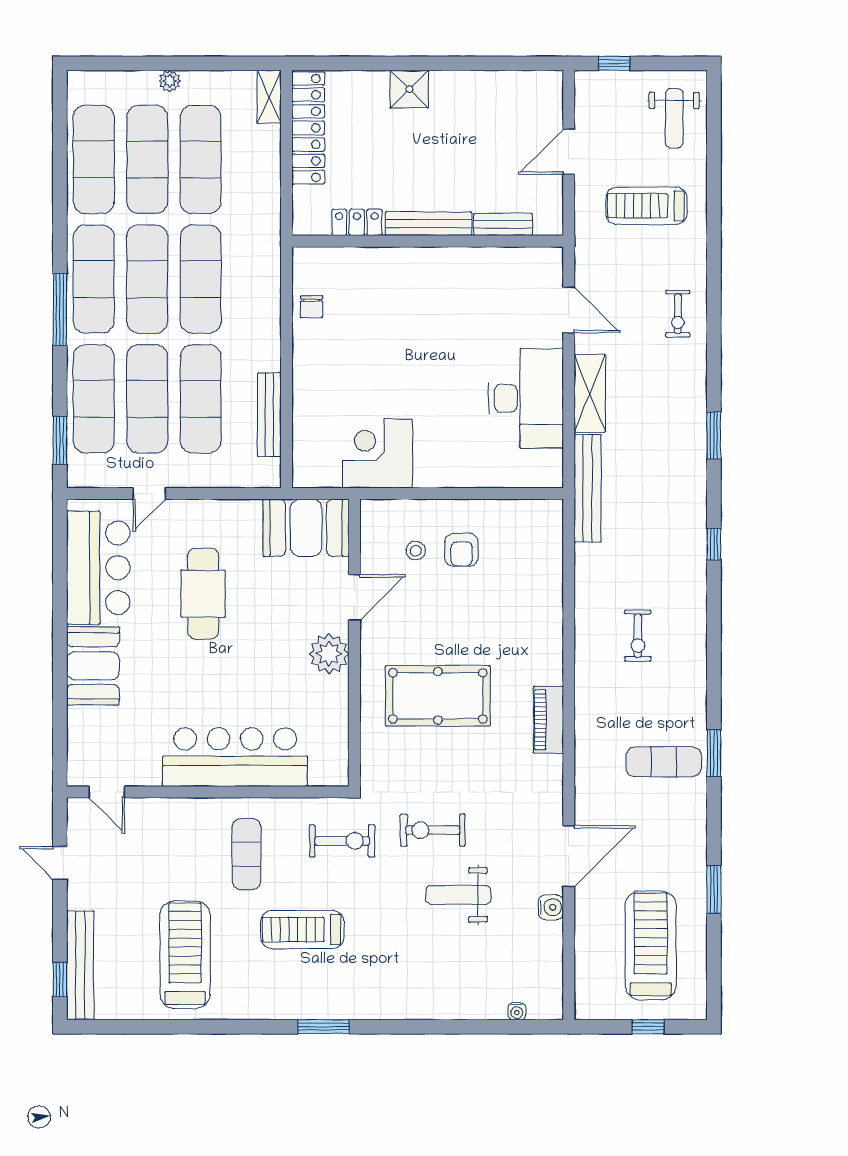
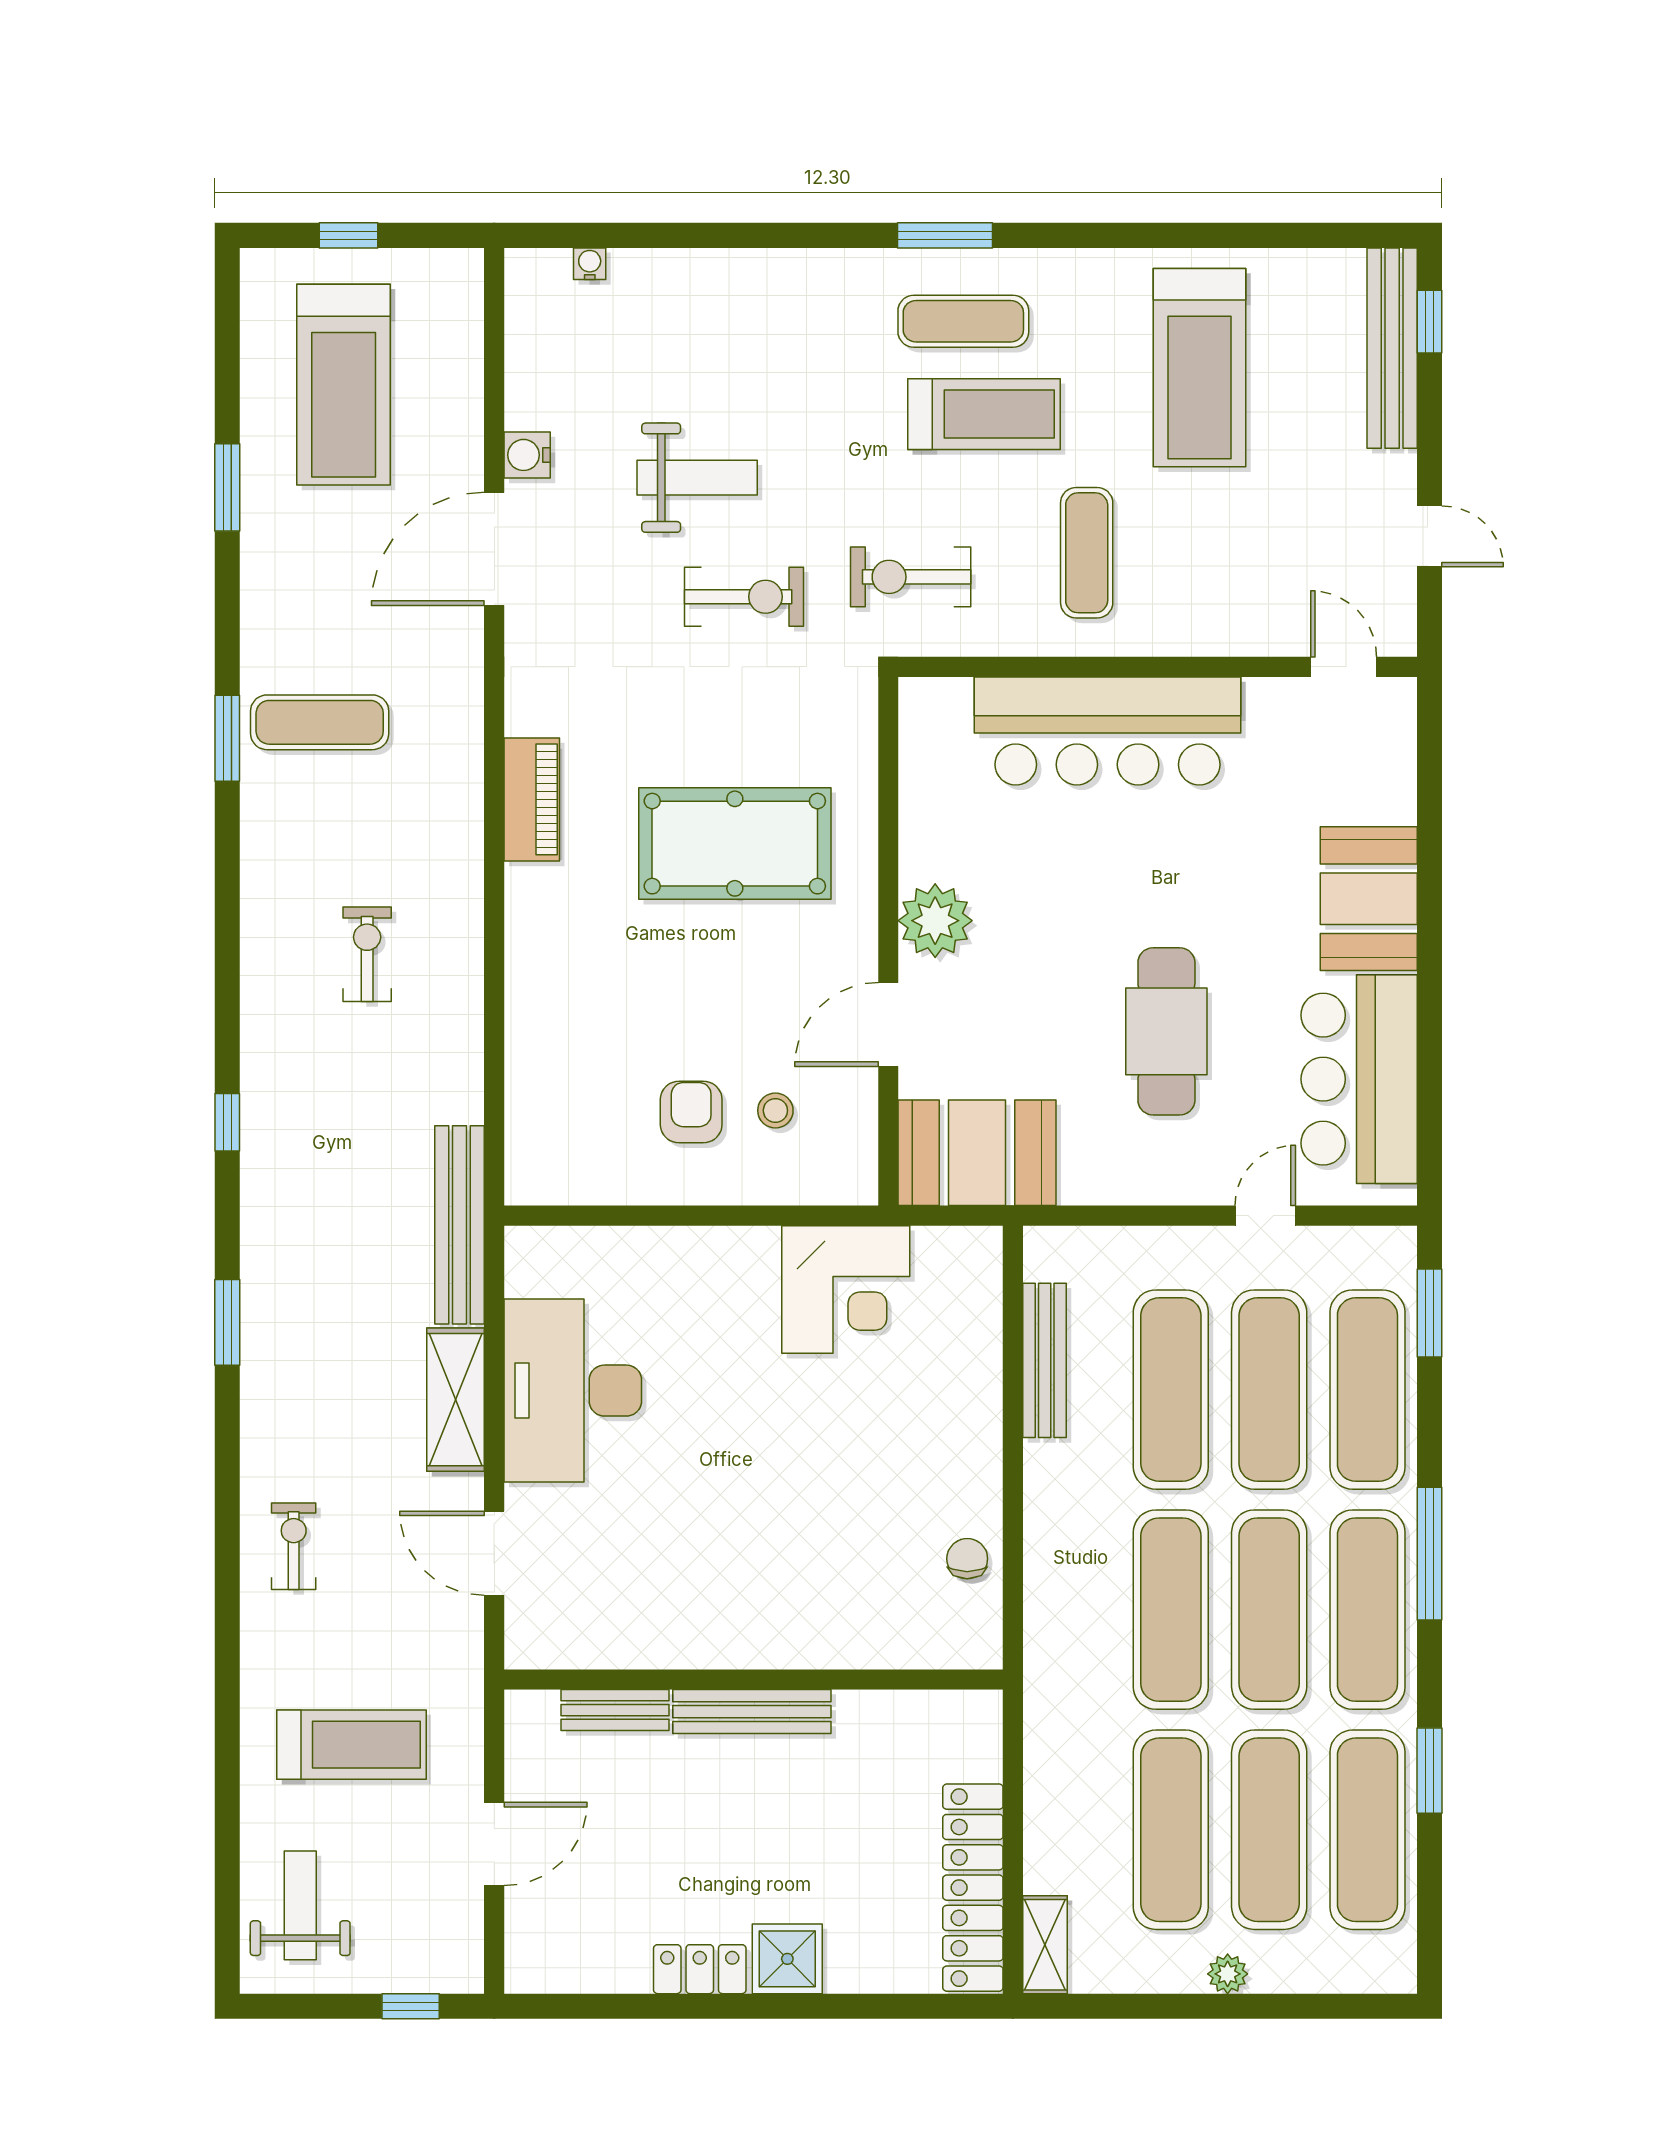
window: (60, 192) -> (1430, 1771), added
locker: (357, 222) -> (700, 1969), moved, turned 180
exercise mat: (314, 980) -> (963, 321), added

